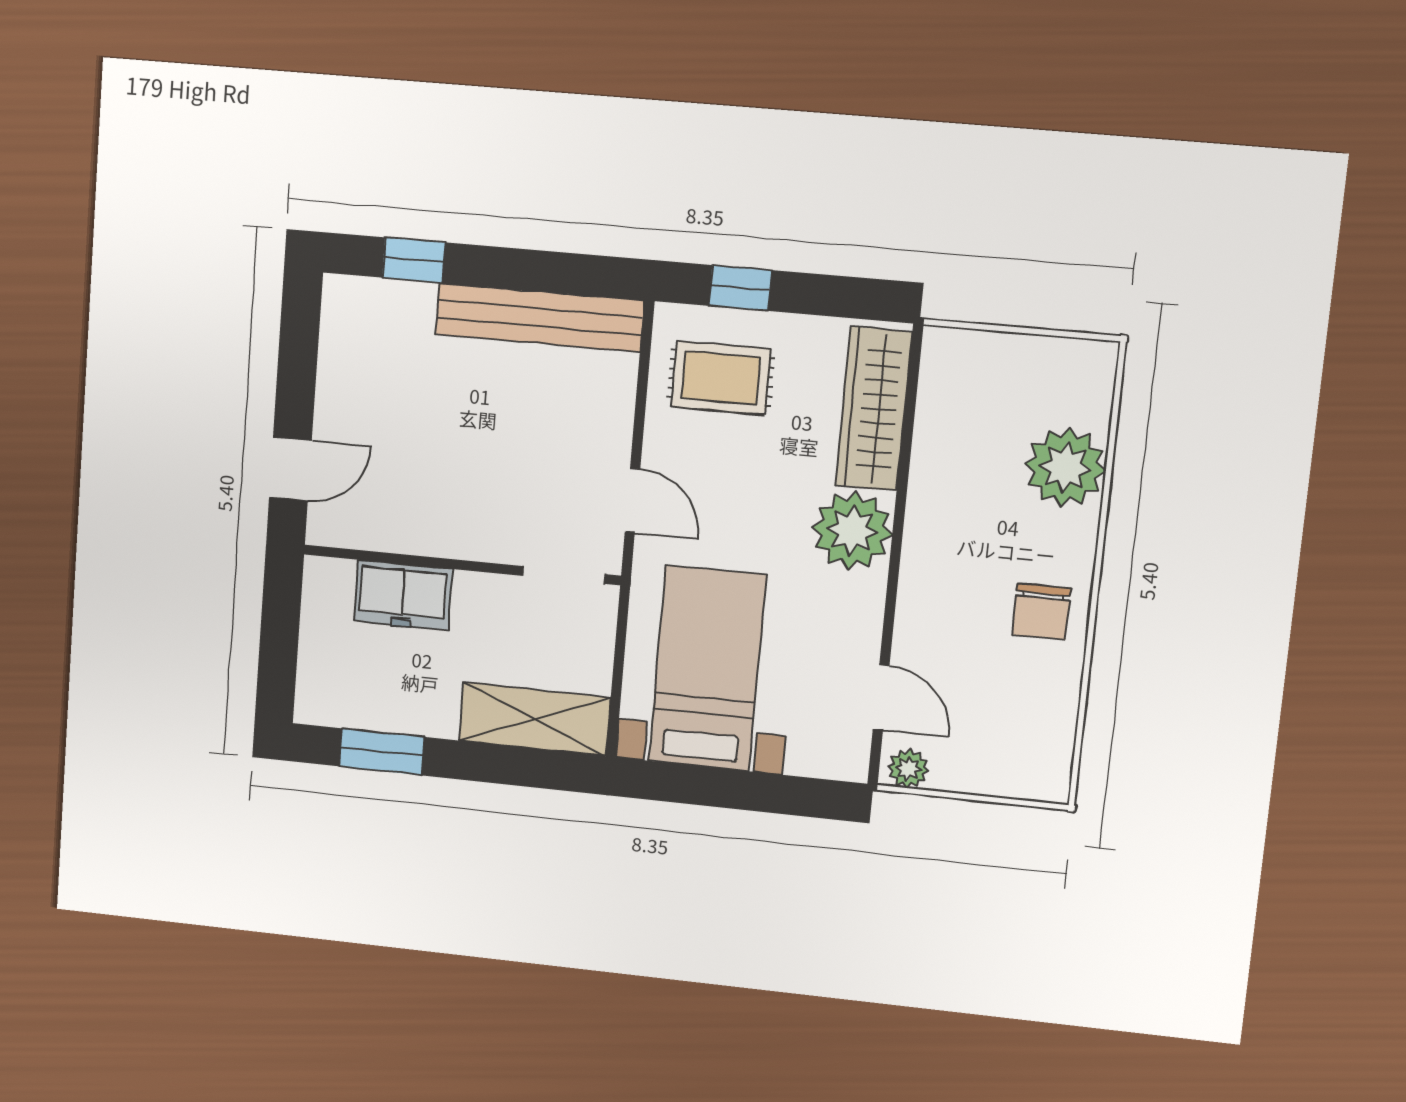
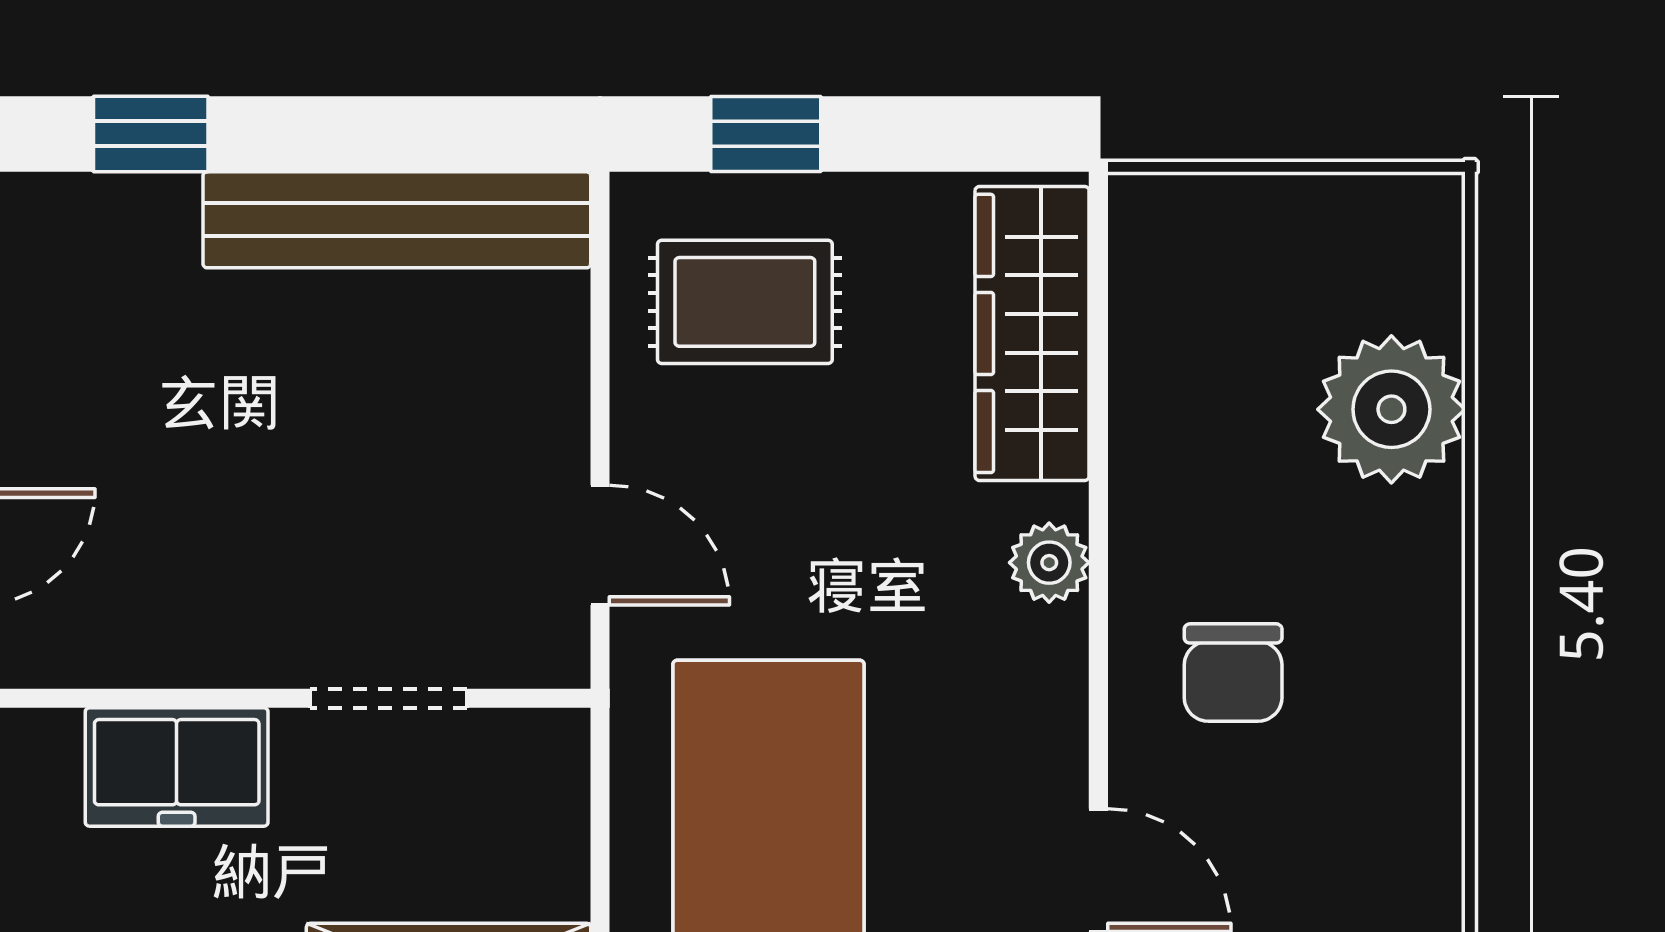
plant: (852, 531) -> (1049, 563), width x0.53, depth x0.53
doorway: (564, 575) -> (389, 698), moved
chair: (1041, 611) -> (1233, 673), moved

